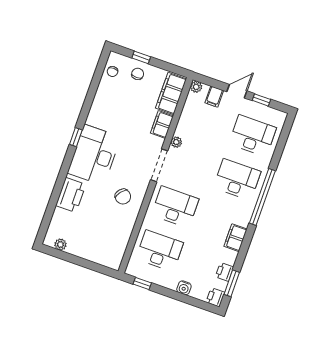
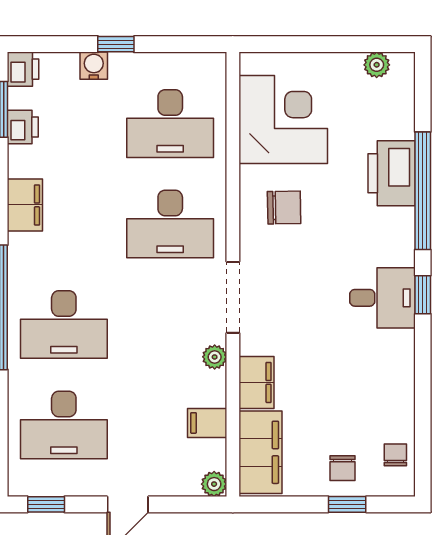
filing cabinet: (214, 97) -> (207, 423), moved, turned -90
window: (261, 100) -> (46, 504), moved
desk: (94, 155) -> (382, 298), width x0.53, depth x0.77
window: (60, 182) -> (423, 191), added
chair: (123, 197) -> (284, 208), turned 139
corner desk: (110, 235) -> (283, 120), added
window: (142, 284) -> (116, 44), moved

